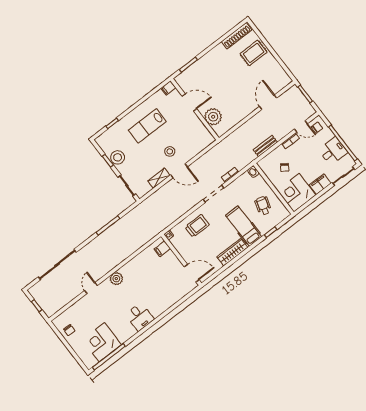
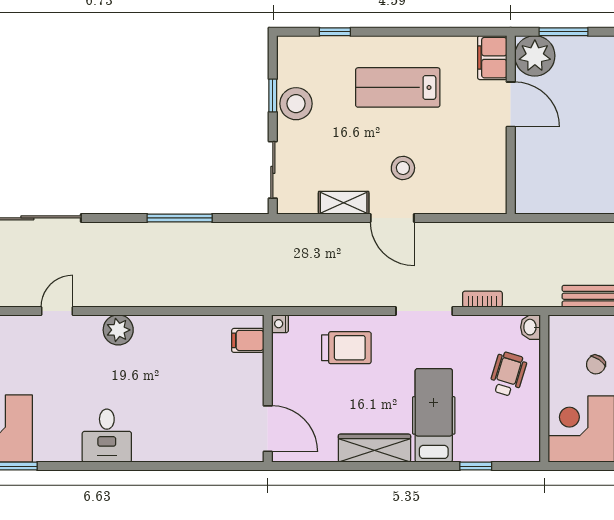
filing cabinet: (168, 88) -> (492, 58), width x2.00
plant: (213, 117) -> (535, 56), moved
wheelchair: (263, 206) -> (508, 374), moved

